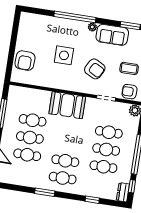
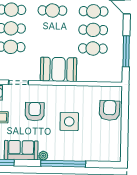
armchair: (95, 69) -> (35, 112), turned 62

